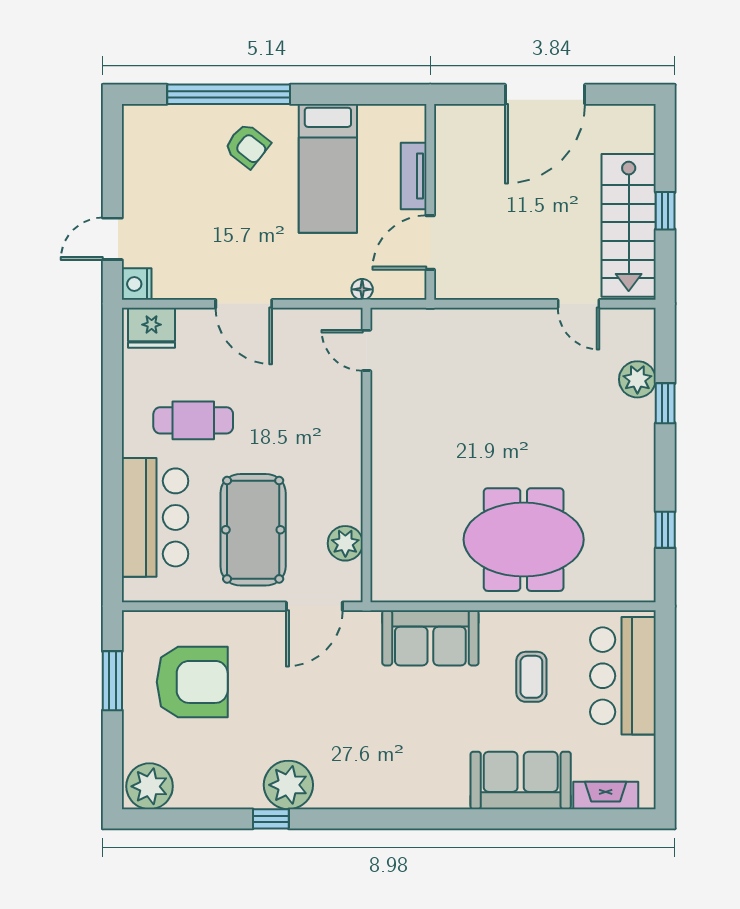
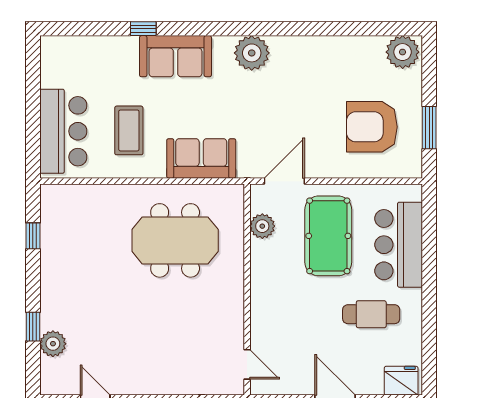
meeting table: (524, 540) -> (175, 240), moved
coffee table: (531, 677) -> (129, 130), width x1.36, depth x1.30
sofa: (521, 780) -> (175, 56), moved
plant: (288, 785) -> (252, 53), moved
fireplace: (606, 796) -> (76, 45), removed
window: (271, 819) -> (143, 29), moved

